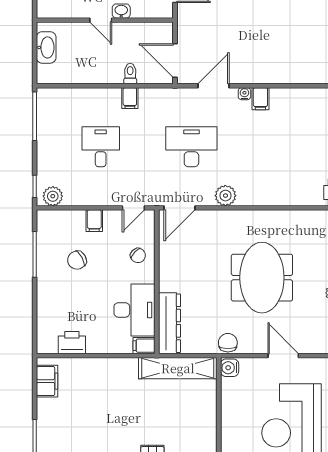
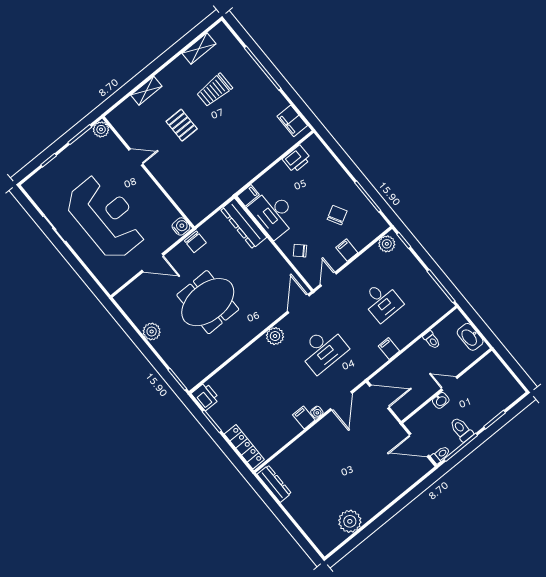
toilet: (130, 74) -> (432, 340), moved
meeting table: (262, 278) -> (208, 302), turned 90
shelving: (178, 368) -> (214, 199), removed

